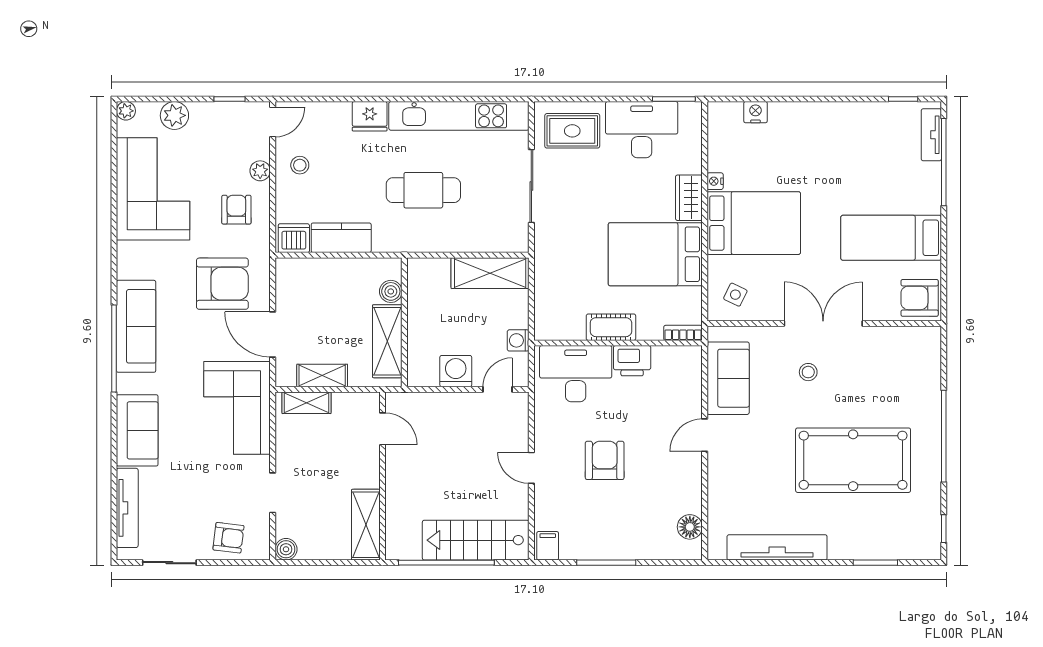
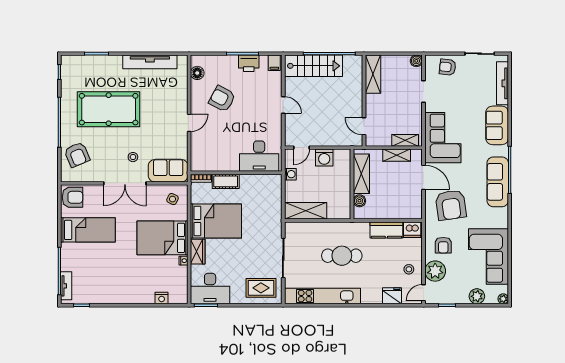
fridge: (370, 116) -> (392, 296), moved
desk: (642, 130) -> (210, 289), moved
plant: (260, 171) -> (435, 271), width x1.87, depth x1.87
armchair: (222, 284) -> (451, 205), turned -98
cot: (611, 327) -> (226, 181), moved
printer: (632, 361) -> (249, 63), moved, turned 180
armchair: (911, 377) -> (77, 155), added
sofa: (728, 378) -> (168, 171), moved, turned 90
armchair: (605, 460) -> (222, 99), moved, turned 118

